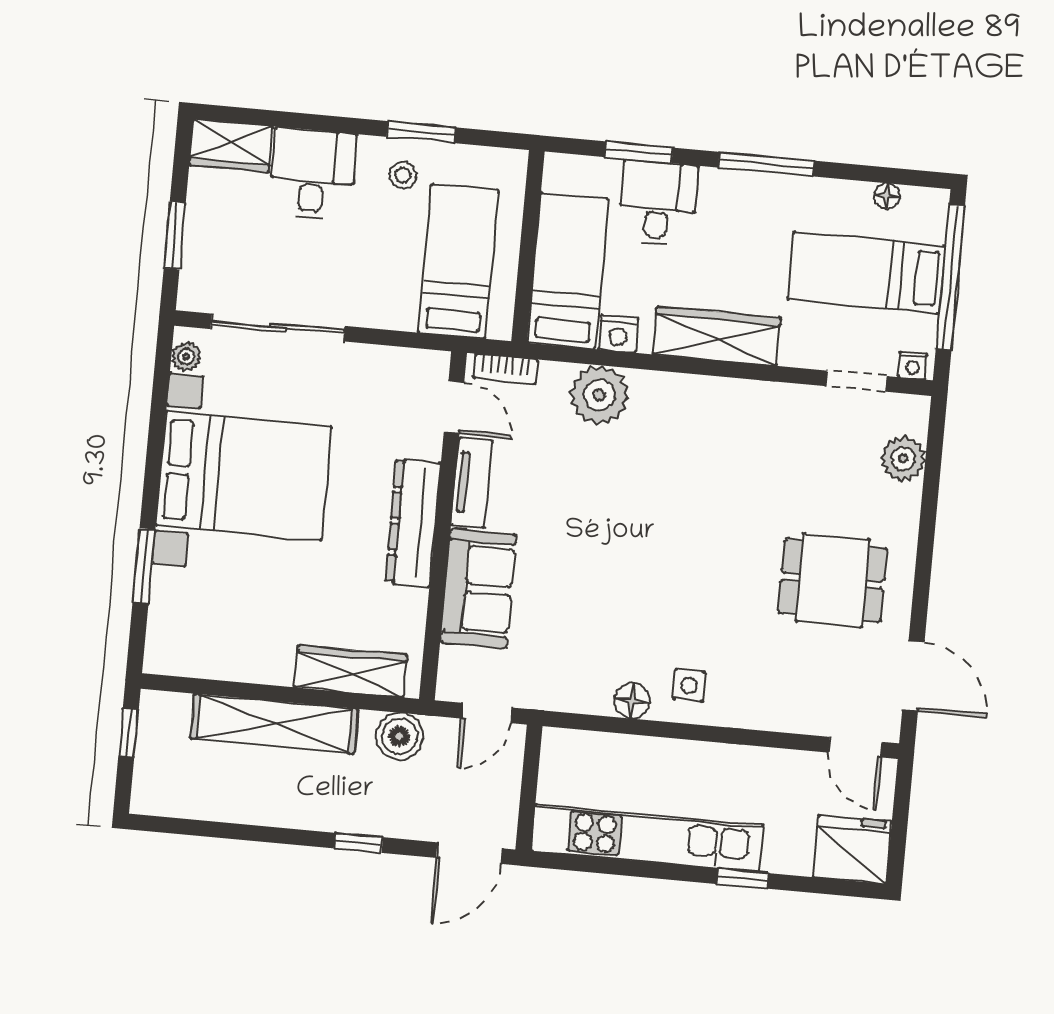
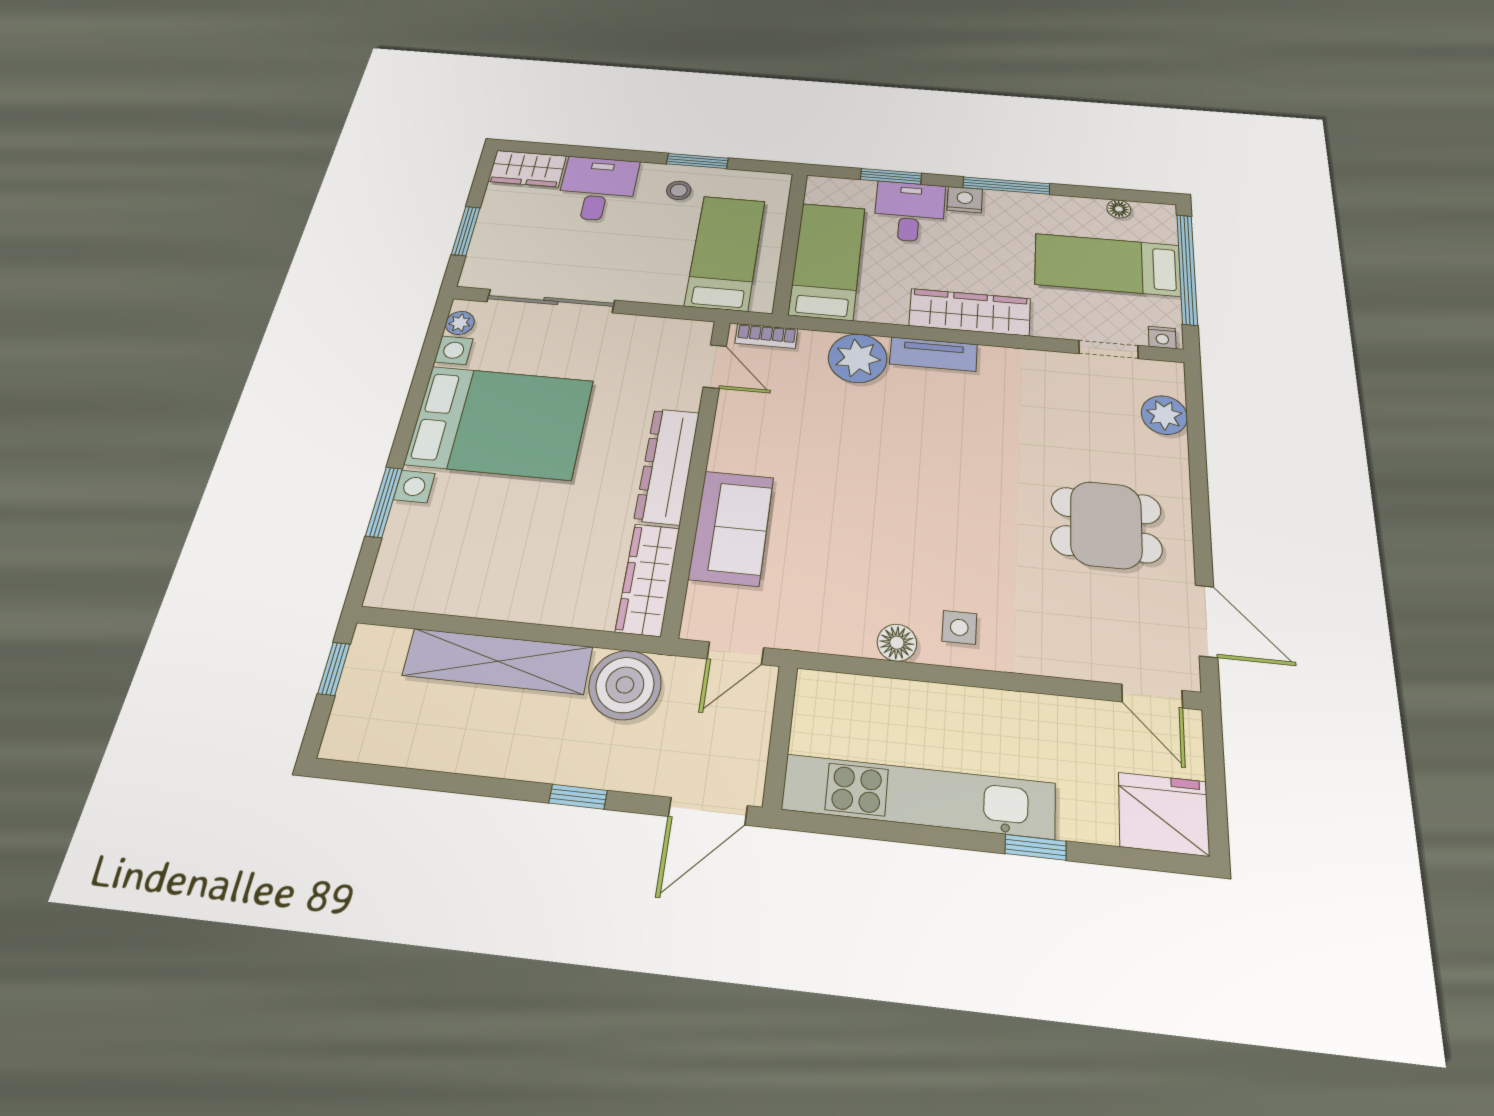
nightstand: (618, 334) -> (965, 200), moved, turned 180
tv unit: (472, 483) -> (933, 354), moved, turned 90
wardrobe: (351, 671) -> (648, 579), moved, turned -90
boiler: (399, 736) -> (625, 685), width x1.37, depth x1.37

